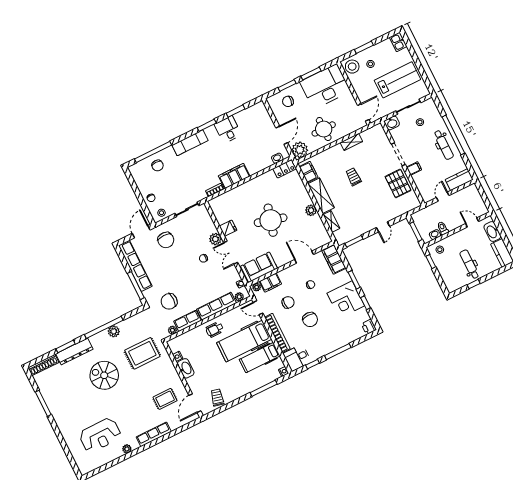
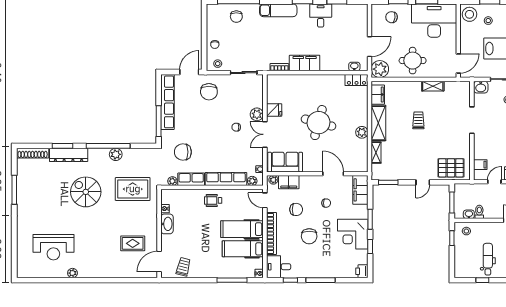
filing cabinet: (414, 168) -> (480, 165), moved
pallet: (398, 183) -> (451, 168), moved, turned 90
hospital bed: (244, 341) -> (242, 229), width x0.73, depth x0.78
row of seats: (154, 434) -> (105, 272), removed

